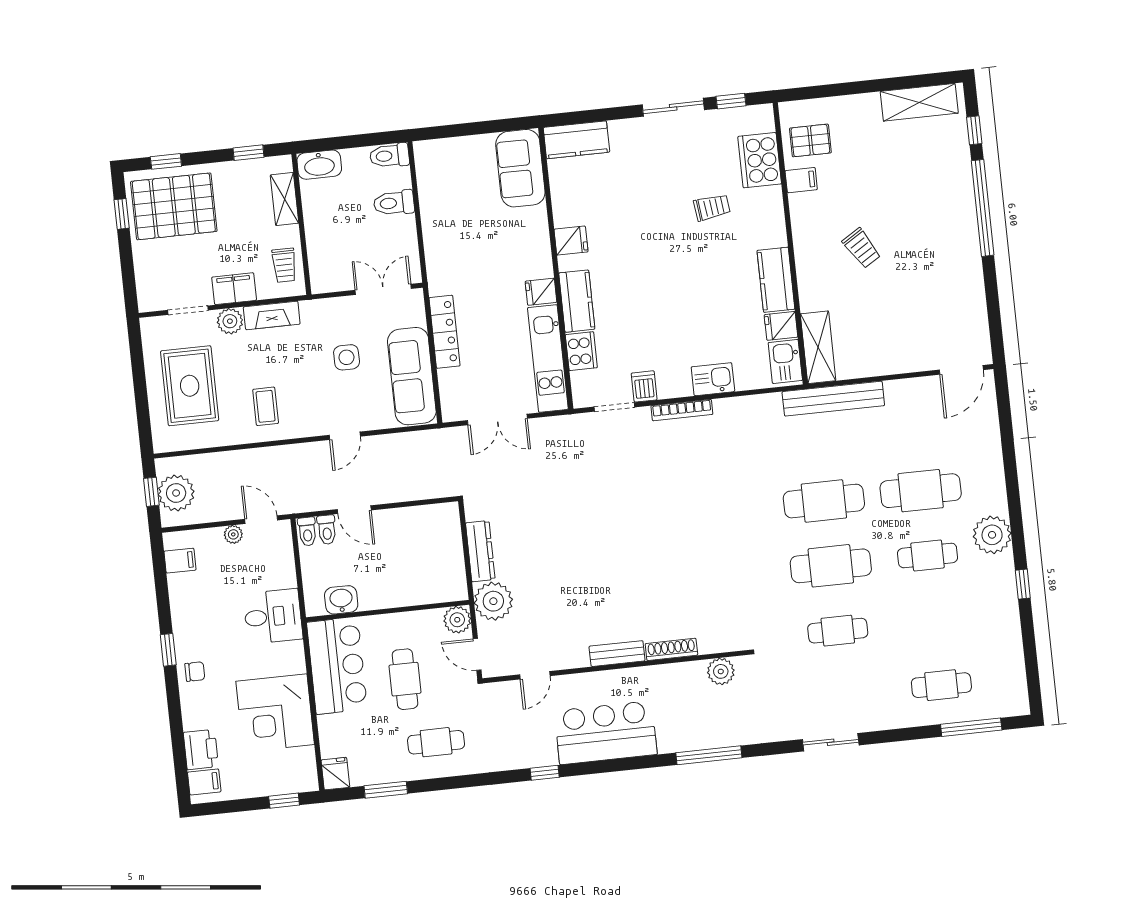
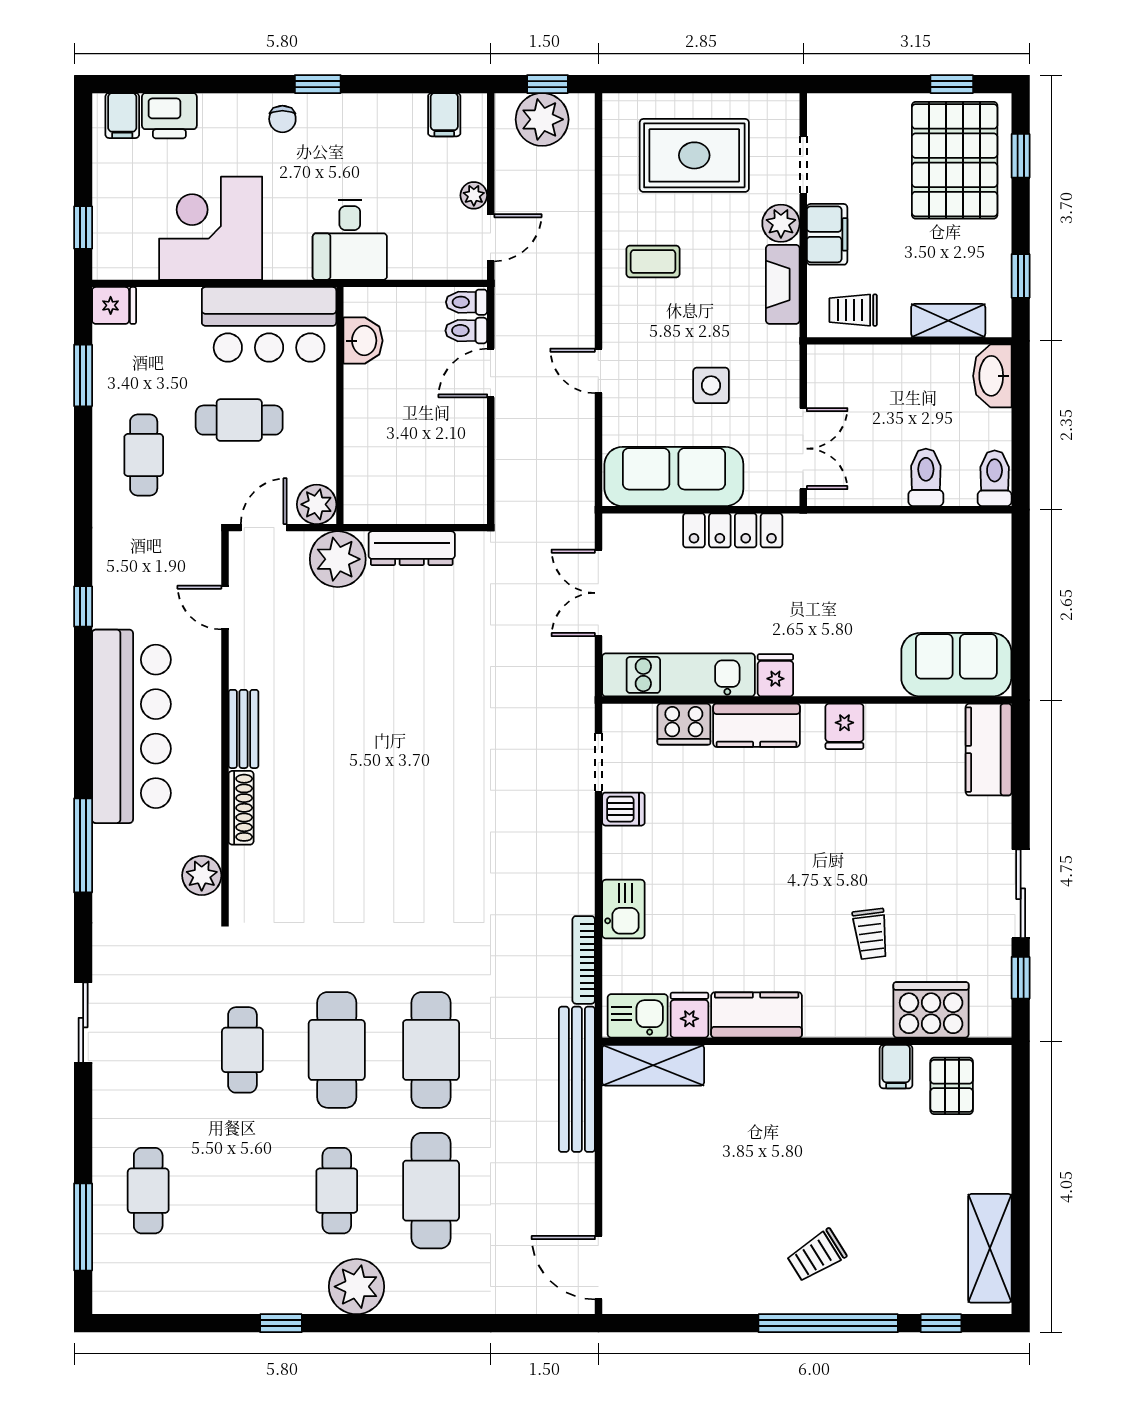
trolley: (862, 248) -> (816, 1255), moved
bookcase: (682, 410) -> (584, 960), moved
bar counter: (606, 733) -> (131, 726), width x1.36

